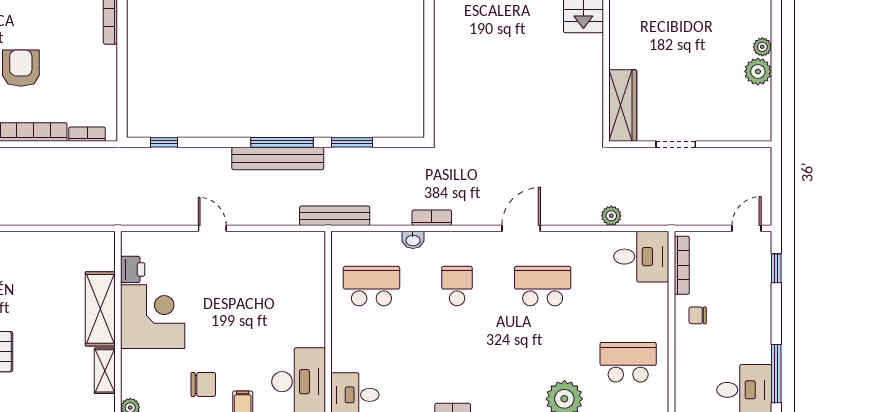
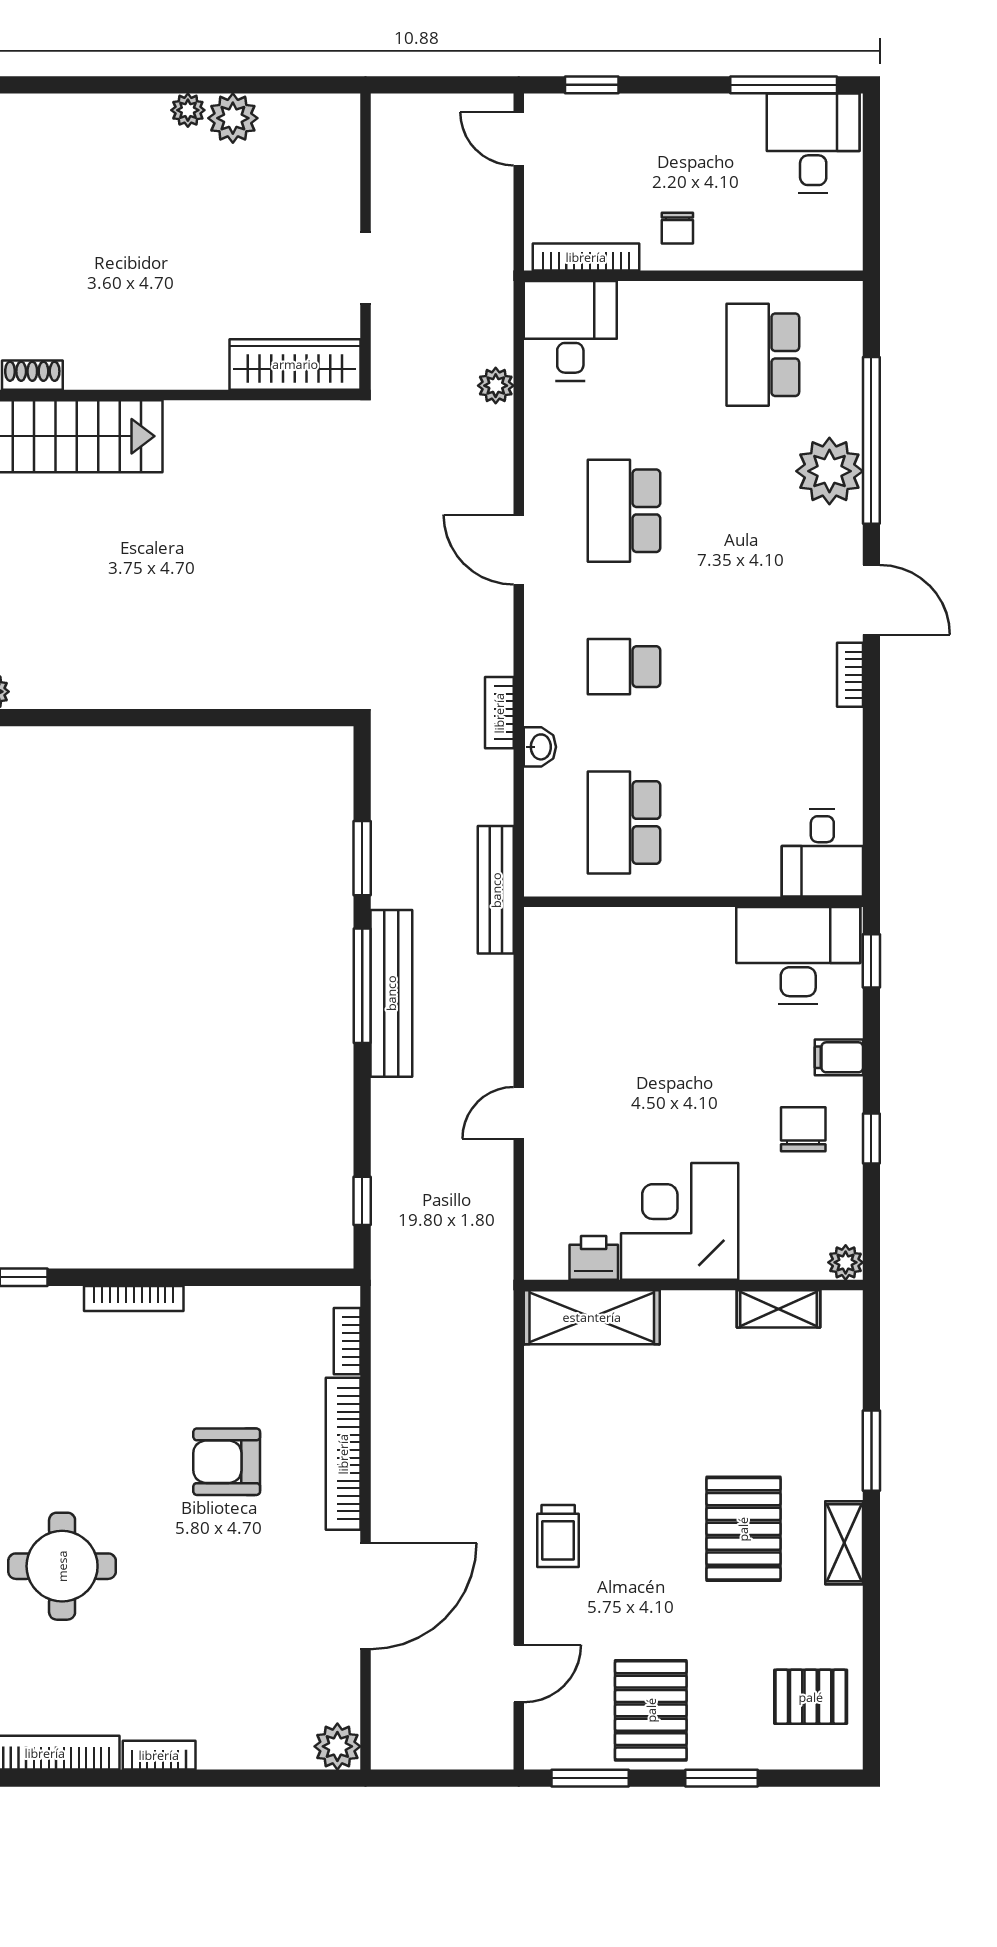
shelving: (100, 309) -> (592, 1317), moved

